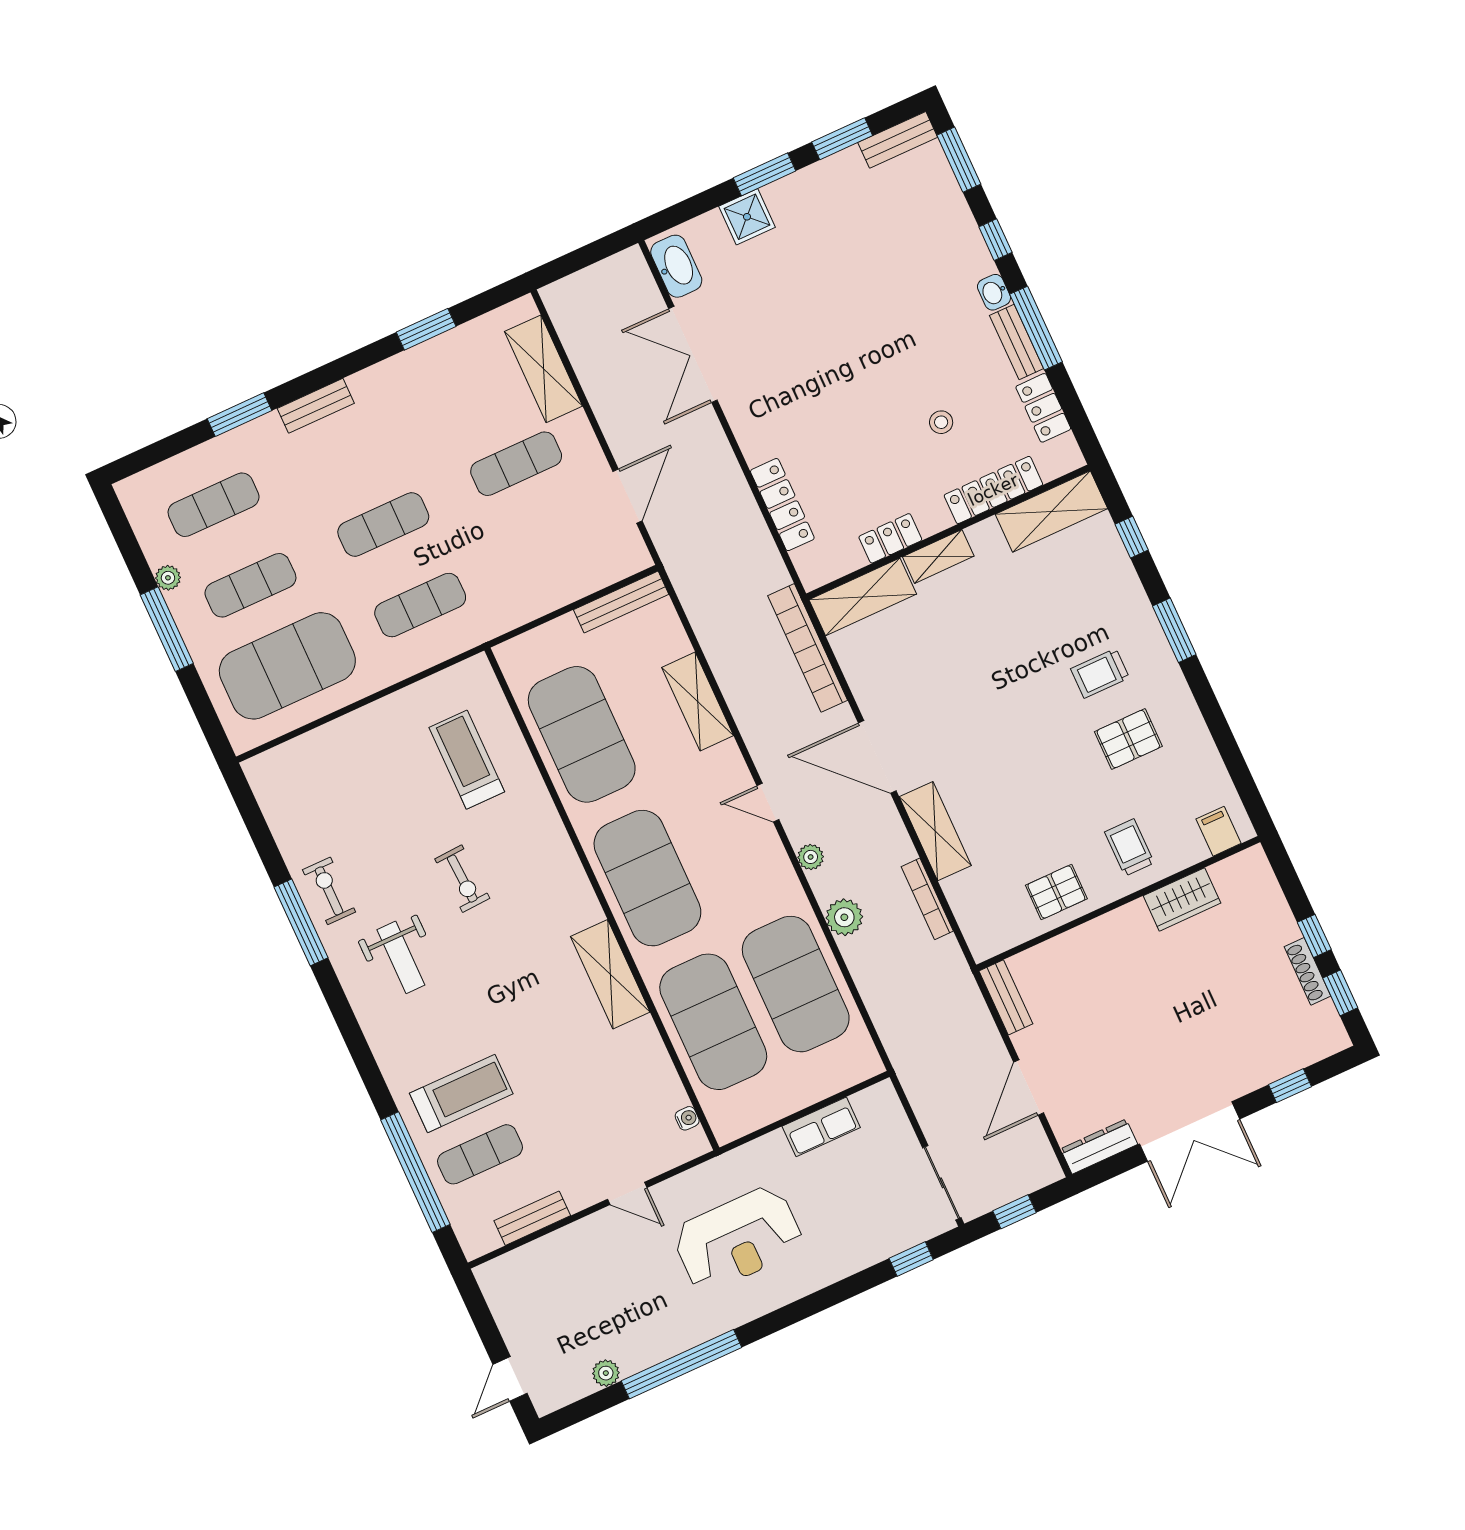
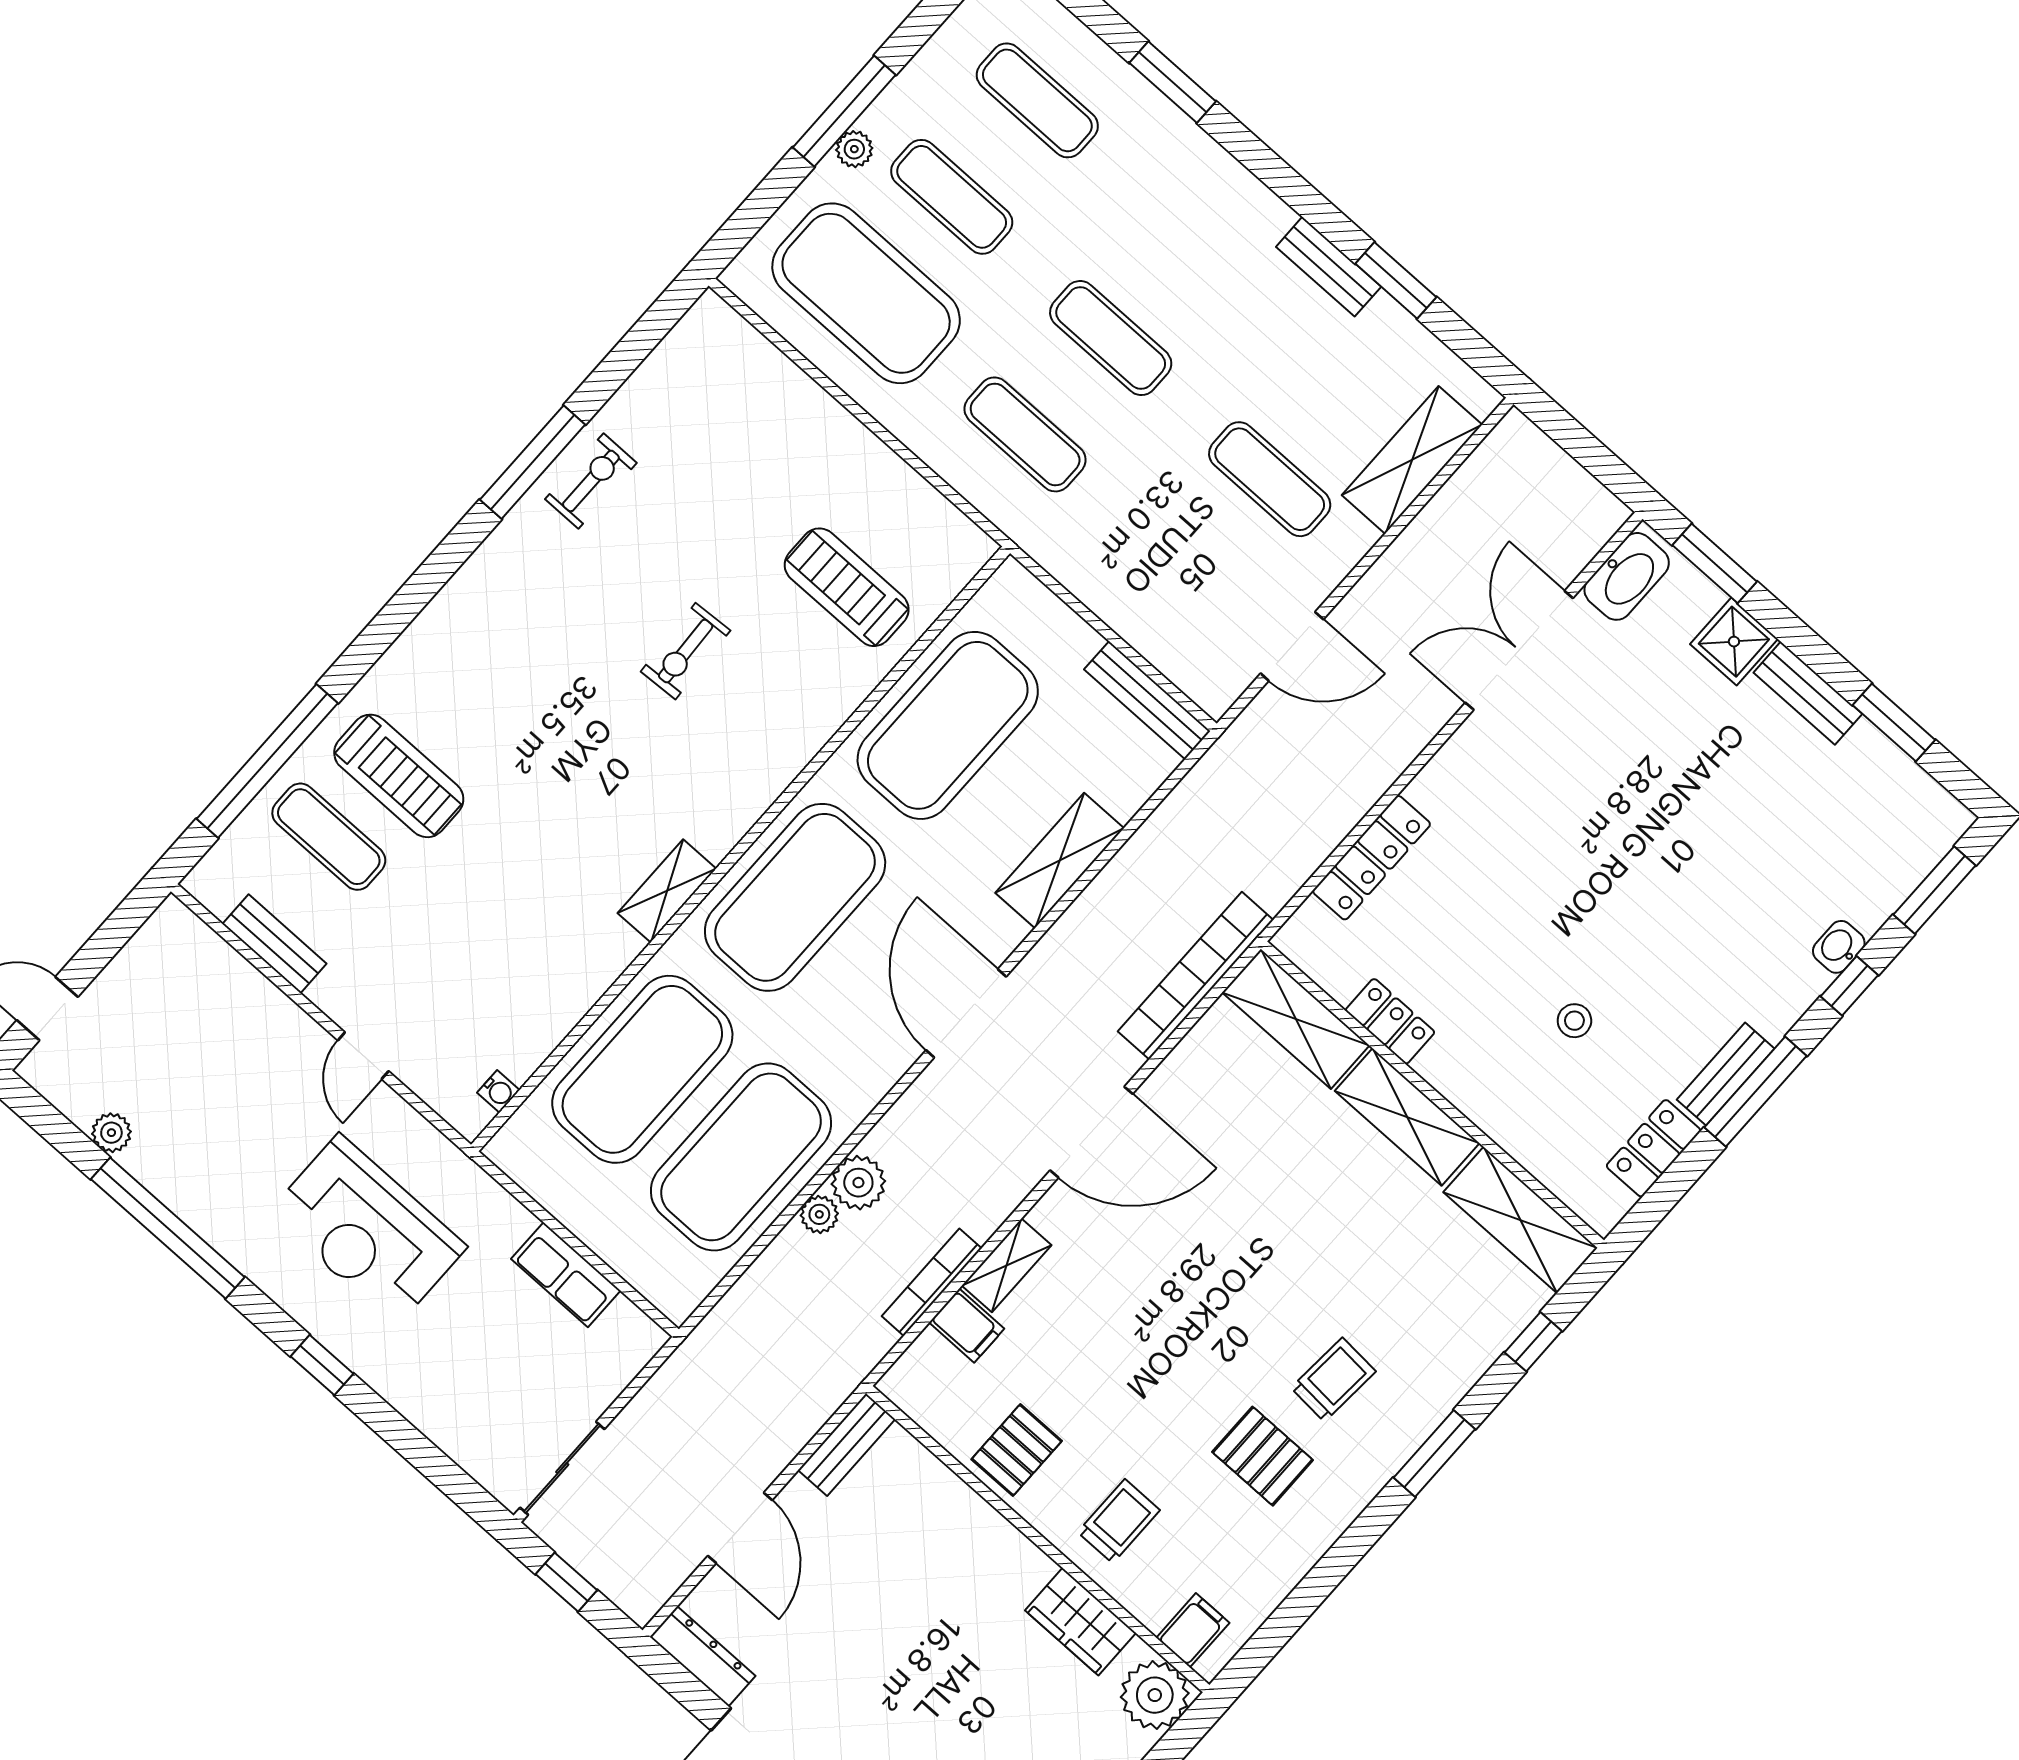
bench: (898, 140) -> (1808, 693), moved
window: (764, 174) -> (1715, 563), moved
washbasin: (994, 292) -> (1839, 947), moved
bench: (316, 406) -> (1329, 267), moved
locker: (993, 490) -> (1515, 1130), removed
shelving: (938, 556) -> (1407, 1117), width x1.50, depth x1.33
plant: (168, 578) -> (854, 149), moved
trolley: (1100, 673) -> (1333, 1380), turned 94
door: (877, 757) -> (1091, 1132), swing flipped
treadmill: (467, 760) -> (847, 587), turned -90
door: (768, 803) -> (966, 1013), width x1.87
shelving: (935, 831) -> (1007, 1265), width x0.67, depth x0.75
plant: (811, 857) -> (819, 1214), moved
plant: (1249, 873) -> (1155, 1695), added
filing cabinet: (964, 889) -> (967, 1326), added
pallet: (1056, 892) -> (1017, 1450), turned 90
weight bench: (401, 957) -> (545, 616), removed
shelving: (610, 974) -> (667, 891), width x0.67, depth x0.75
door: (1029, 1088) -> (740, 1528), swing flipped
window: (911, 1259) -> (322, 1365), moved

